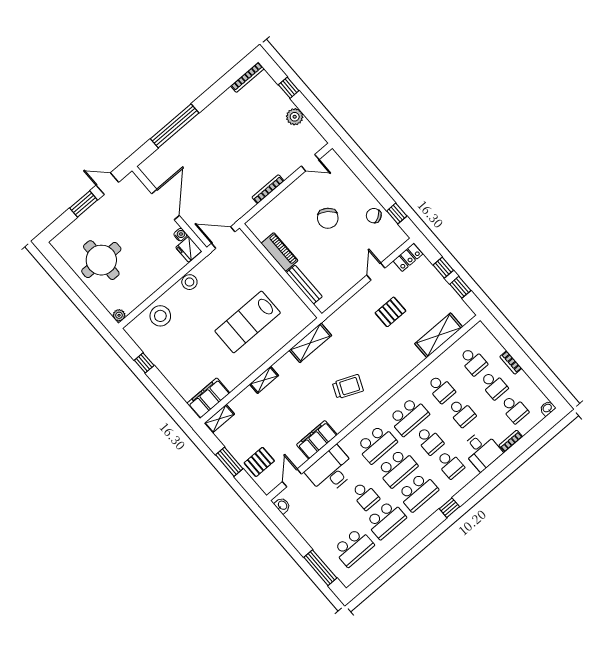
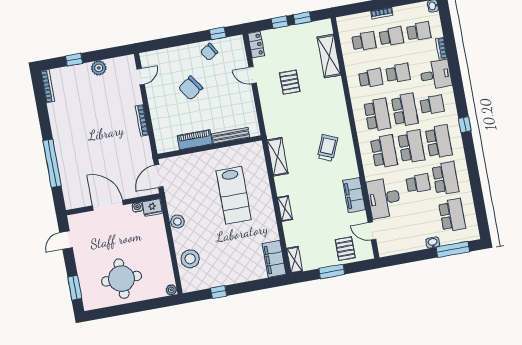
window: (84, 204) -> (75, 288), moved
chair: (328, 218) -> (191, 88), turned 108
school desk: (429, 440) -> (405, 110), width x1.85
washbasin: (282, 505) -> (433, 243), moved

